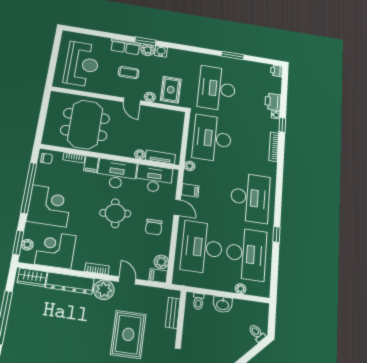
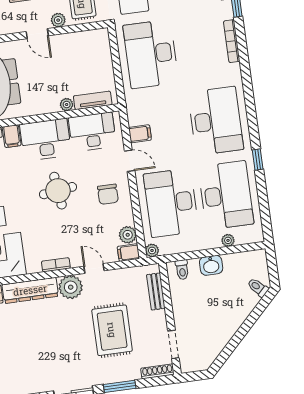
plant: (190, 166) -> (152, 250), moved

